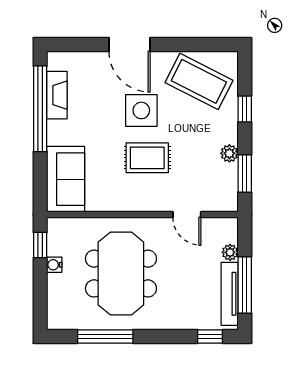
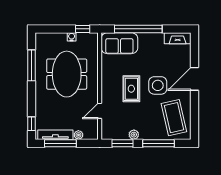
coffee table: (199, 81) -> (174, 118), turned -40
fireplace: (57, 95) -> (178, 38), moved
window: (40, 109) -> (138, 29), moved
window: (245, 109) -> (159, 143), width x2.17
meeting table: (121, 274) -> (67, 74), turned 90

